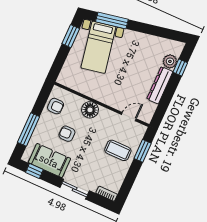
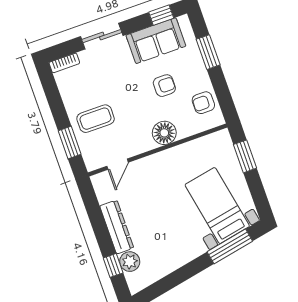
window: (71, 36) -> (245, 156), moved
window: (29, 129) -> (208, 52), width x0.69

